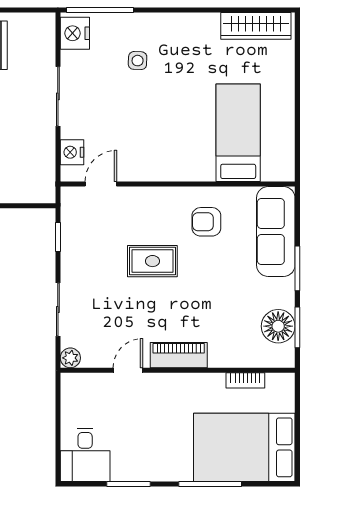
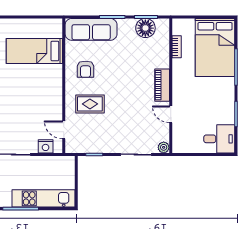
rug: (152, 261) -> (90, 104), moved, turned 90

